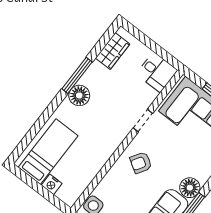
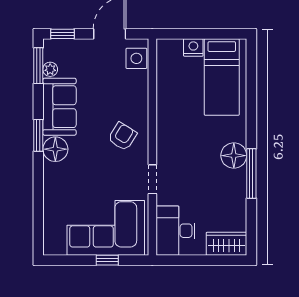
wardrobe: (113, 51) -> (227, 244), moved, turned 90
desk: (157, 72) -> (176, 231), width x1.37

